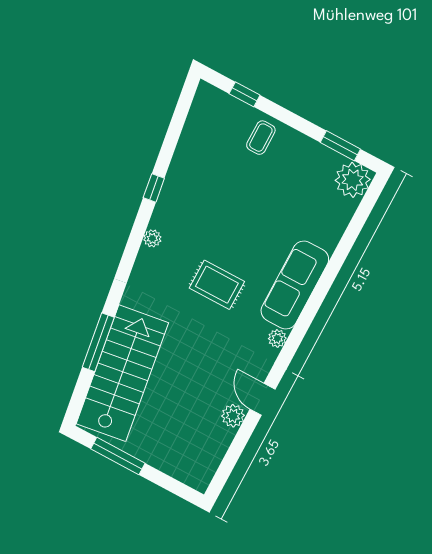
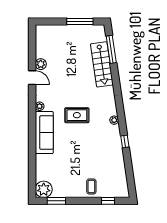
window: (98, 342) -> (111, 49), moved
stairs: (122, 373) -> (102, 64), width x0.73, depth x0.66

